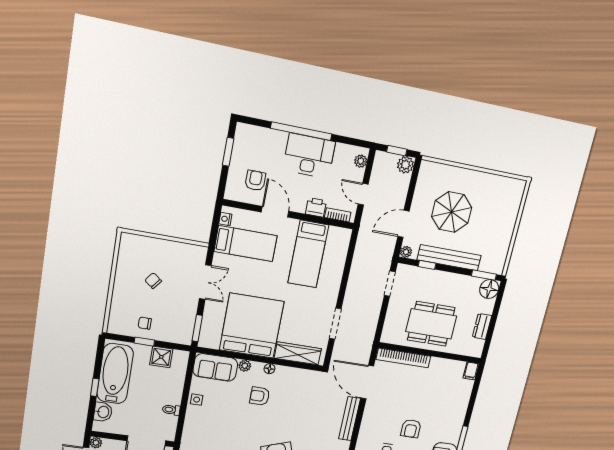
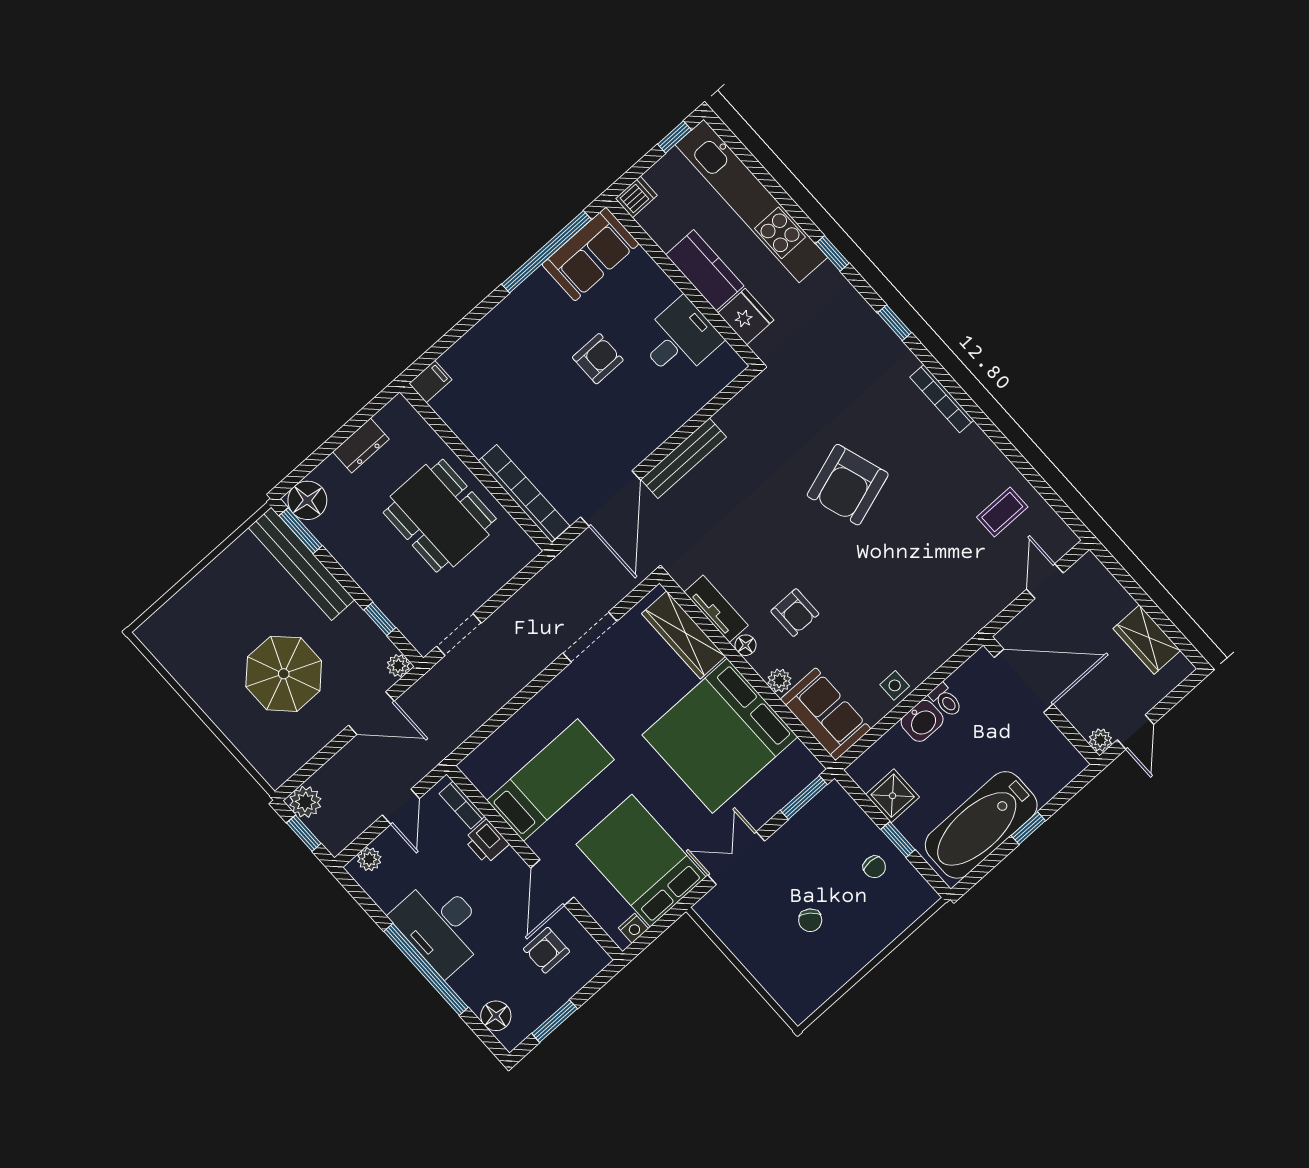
floor lamp: (255, 134) -> (496, 1016), added
bed: (246, 244) -> (641, 861), width x1.50
bench: (449, 258) -> (301, 564), moved
tv unit: (292, 373) -> (716, 609), added
washbasin: (103, 412) -> (922, 721), moved, turned 180

